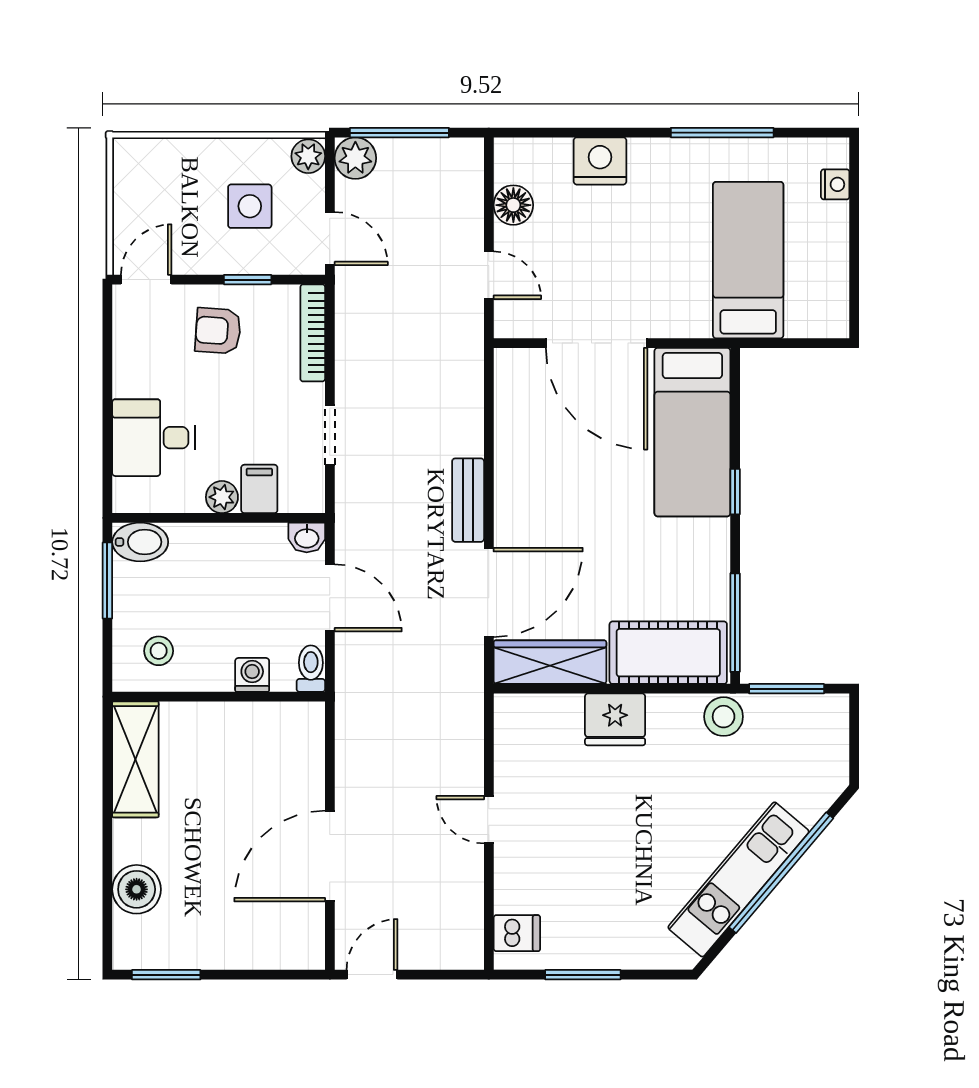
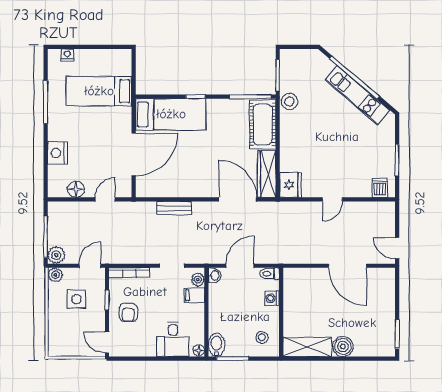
plant: (222, 497) -> (198, 280), moved
floor lamp: (127, 500) -> (199, 350), added
bench: (468, 500) -> (174, 208), moved
fridge: (615, 719) -> (291, 185), moved
boiler: (137, 889) -> (343, 346), moved

